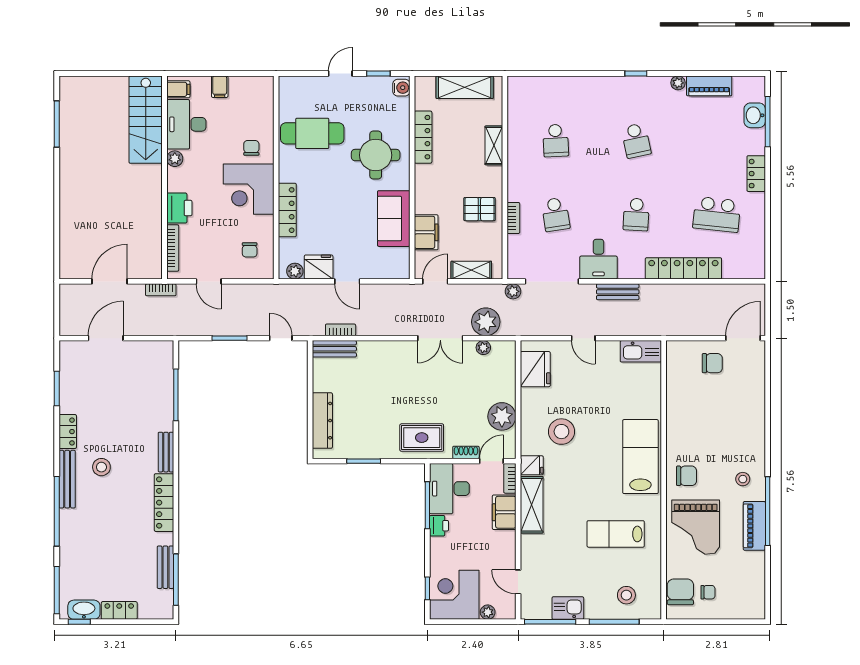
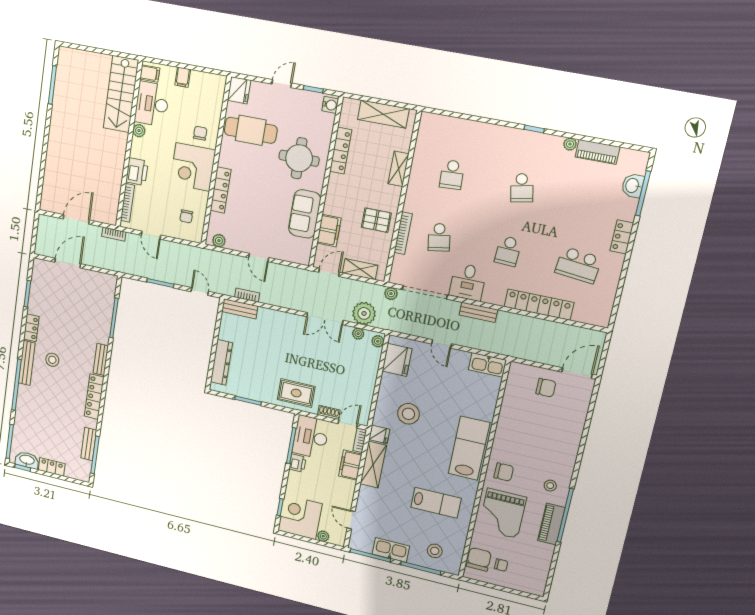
bookcase: (513, 218) -> (403, 233), width x1.56
fridge: (319, 267) -> (239, 90), moved, turned 90
plant: (502, 416) -> (378, 341), moved, width x0.53, depth x0.53
lab bench: (616, 534) -> (436, 503), turned 180
kitchen sink: (568, 608) -> (391, 550), width x1.38

